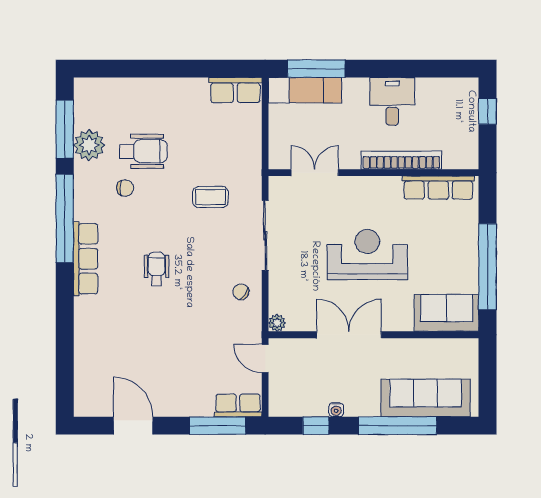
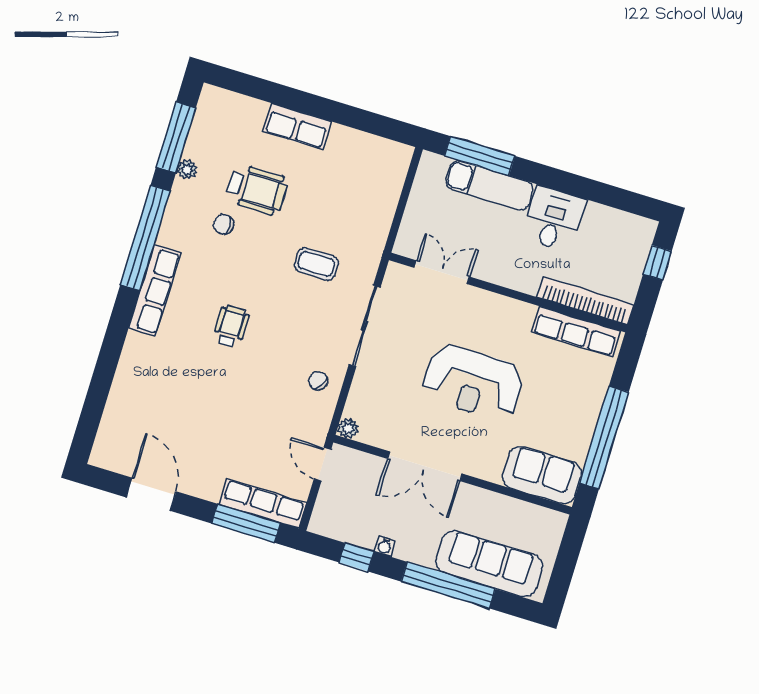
row of seats: (235, 90) -> (297, 126), moved
exam couch: (305, 90) -> (489, 185), moved
plant: (89, 145) -> (187, 170), width x0.53, depth x0.53
bookcase: (401, 160) -> (585, 301), moved
chair: (125, 188) -> (224, 224), turned 180
reception desk: (367, 255) -> (473, 382), turned 180
double door: (349, 335) -> (425, 466), swing flipped
row of seats: (238, 405) -> (263, 504), width x1.48

